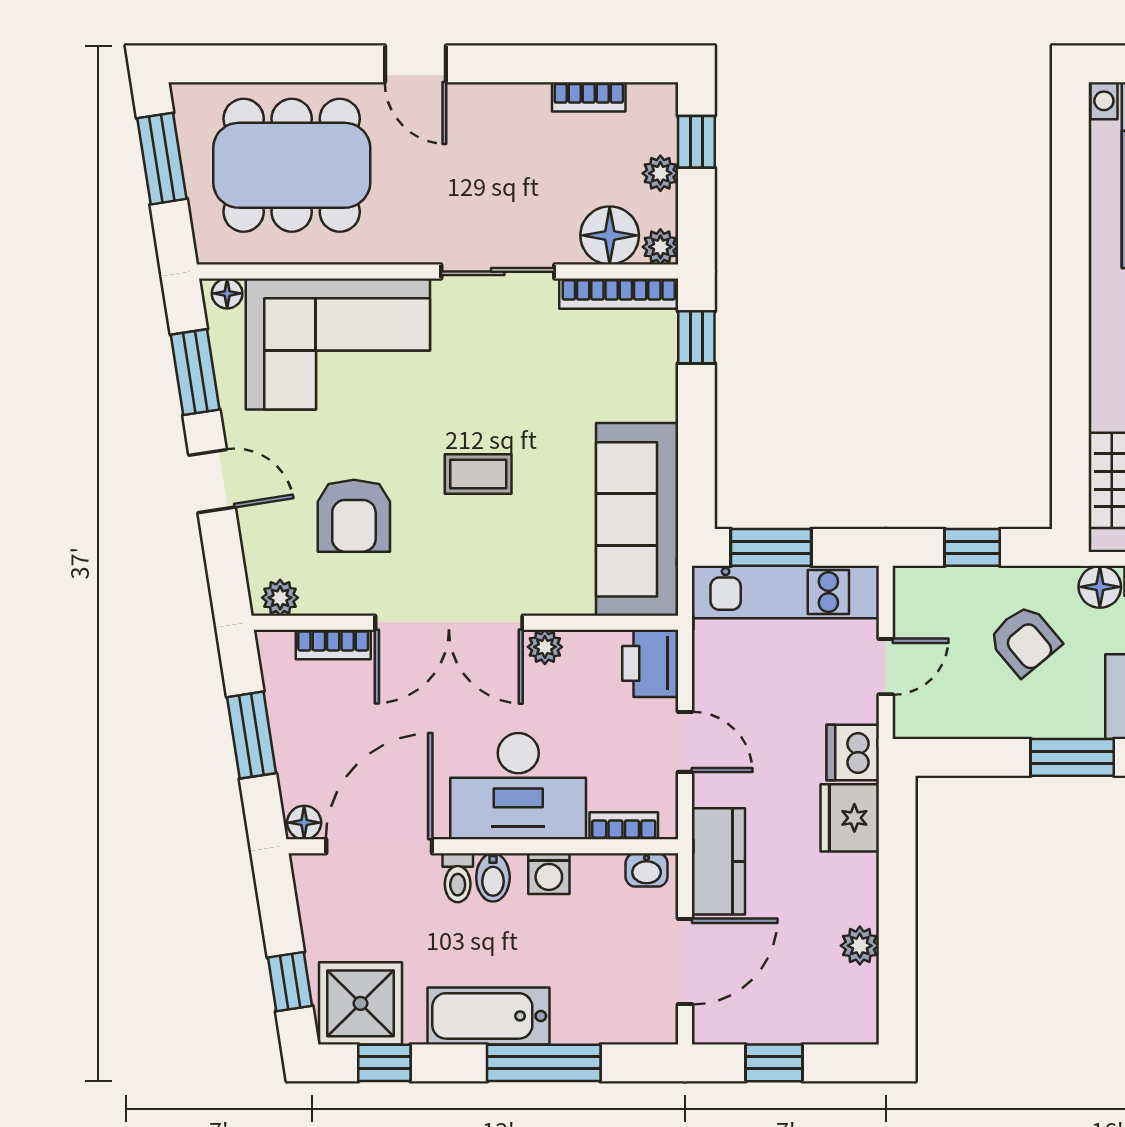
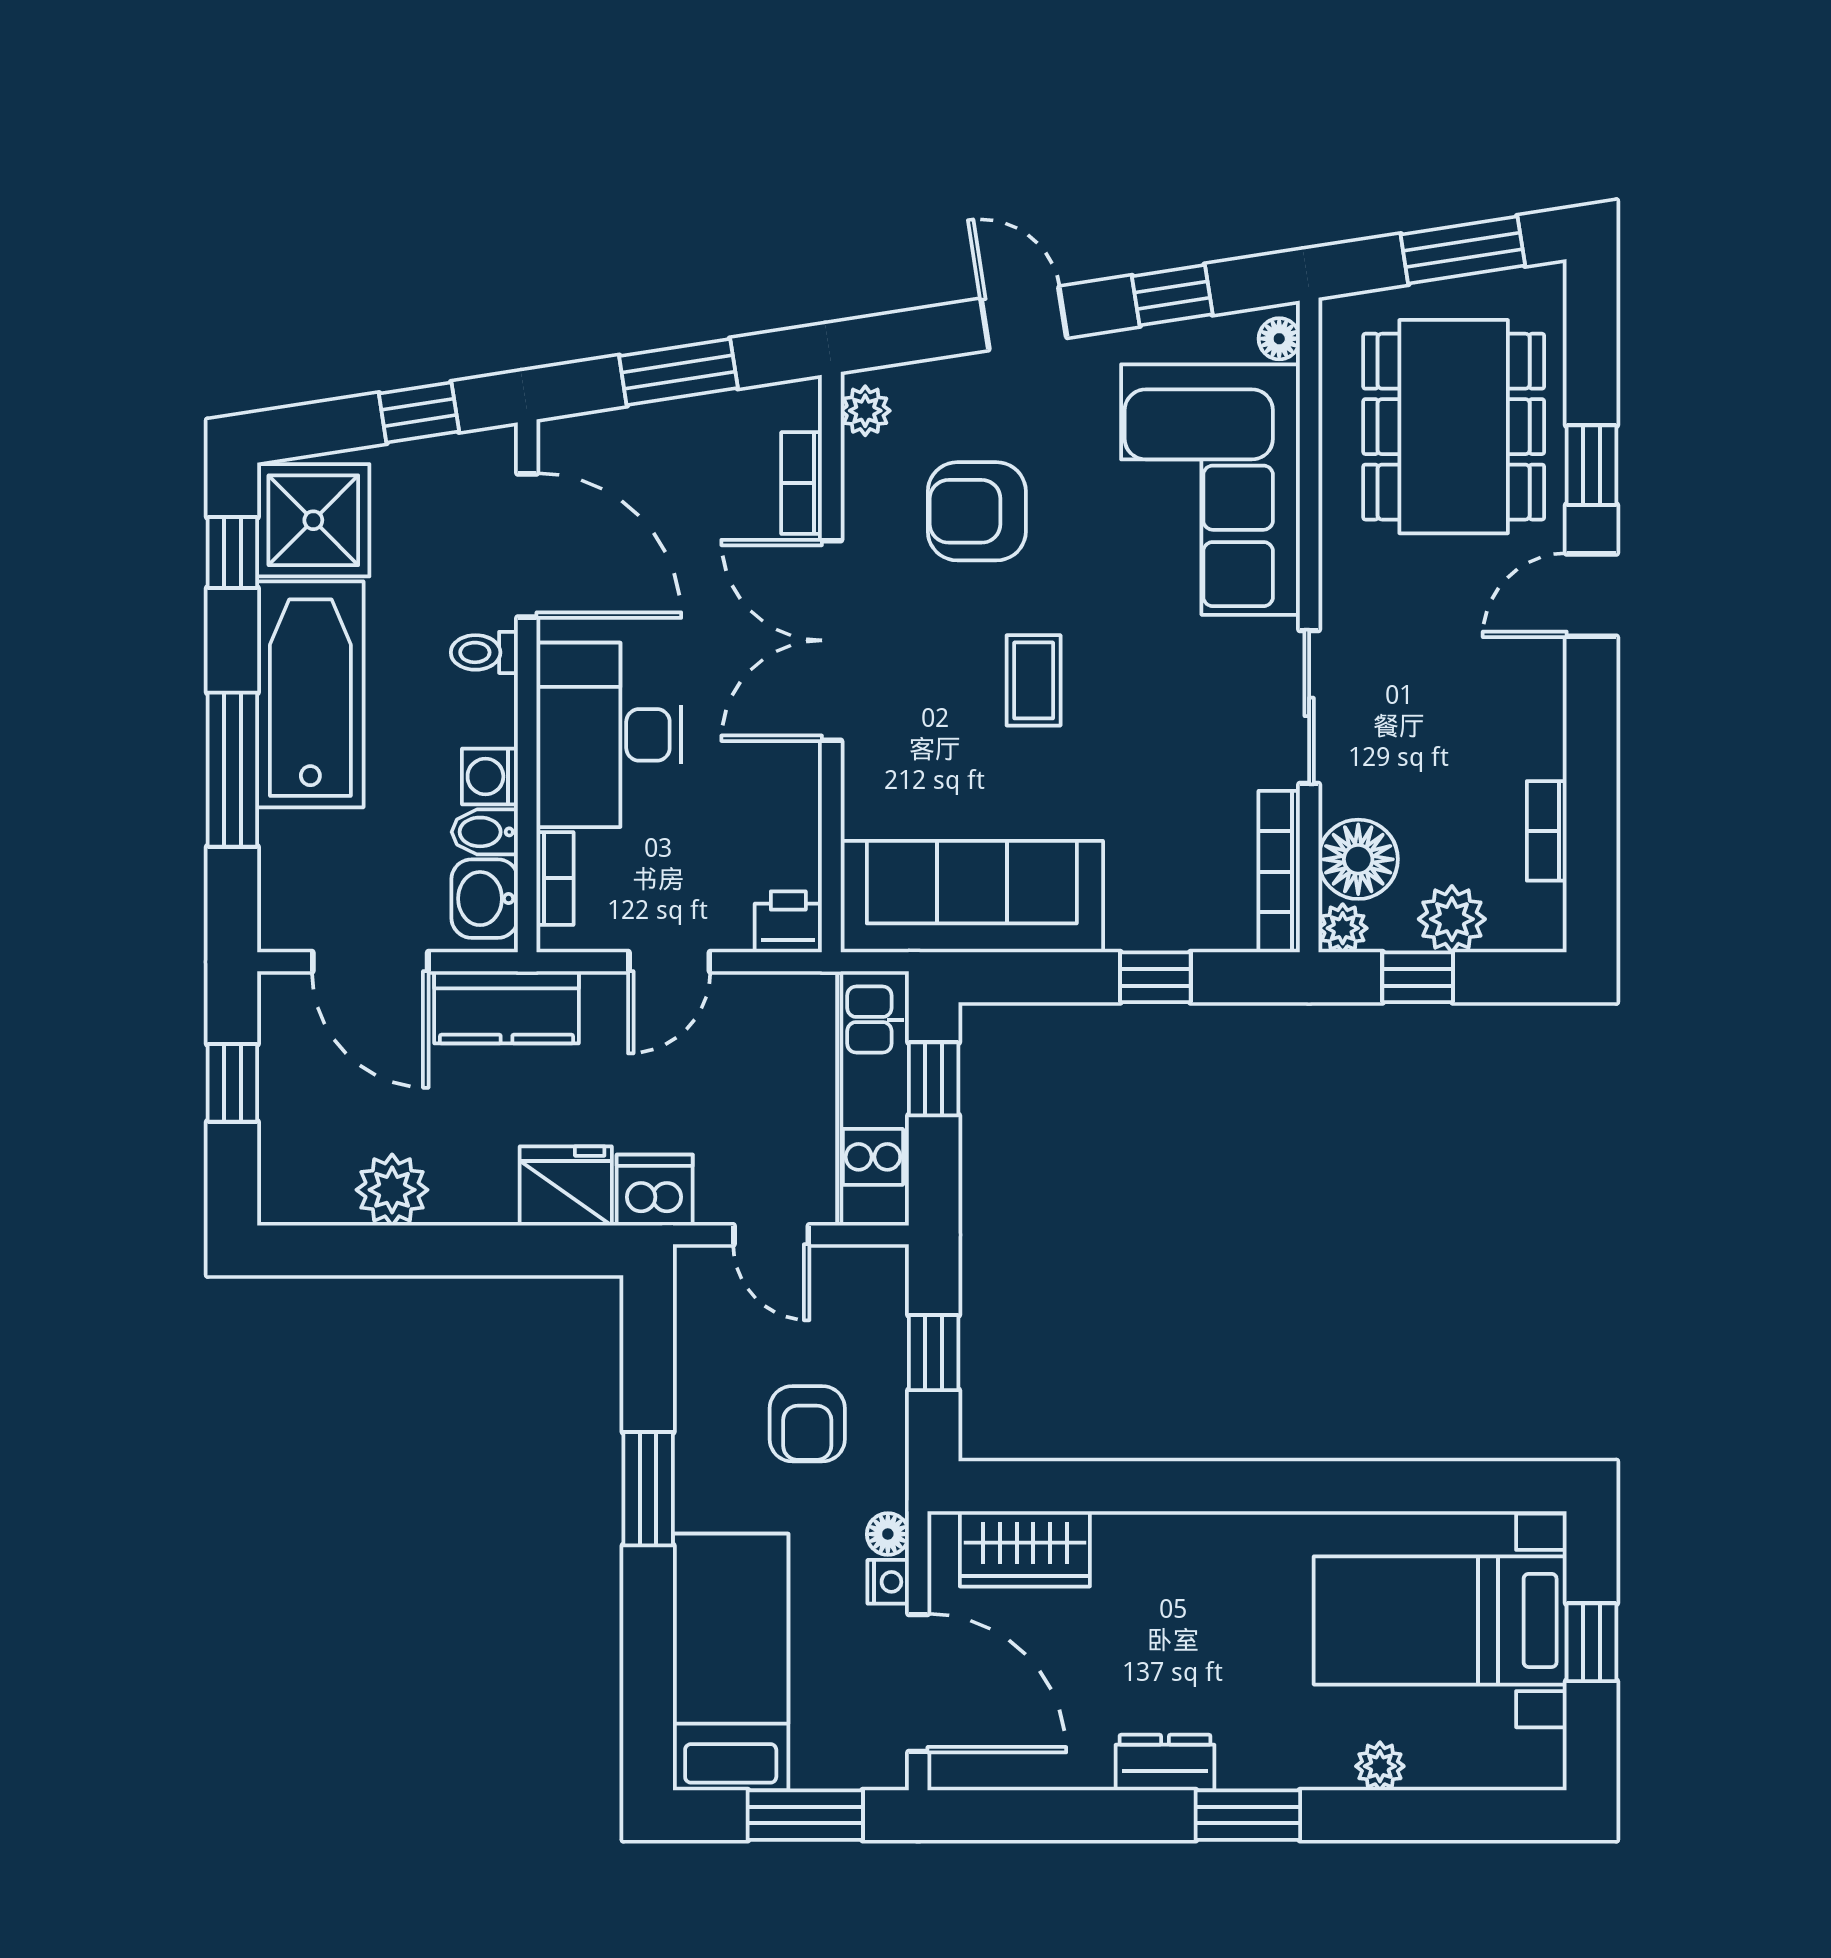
window: (320, 64) -> (1591, 465), added
window: (696, 142) -> (1418, 977), moved
plant: (660, 173) -> (1452, 919), width x1.38, depth x1.38
window: (696, 337) -> (1155, 977), moved
window: (195, 372) -> (1172, 295), width x0.67
door: (212, 481) -> (1024, 318), swing flipped
window: (771, 547) -> (934, 1079), width x0.67
floor lamp: (1100, 587) -> (888, 1534), width x0.73, depth x0.73
armchair: (1025, 640) -> (807, 1424), turned -50
plant: (545, 647) -> (798, 771), removed
printer: (650, 663) -> (788, 922), width x0.73, depth x0.81
floor lamp: (304, 823) -> (559, 444), removed
washbasin: (647, 870) -> (485, 899), width x1.38, depth x1.45
bidet: (493, 877) -> (485, 832), moved
plant: (860, 946) -> (392, 1190), width x1.38, depth x1.38
window: (290, 982) -> (419, 412), moved
bathtub: (488, 1016) -> (310, 694), width x1.36, depth x1.36

